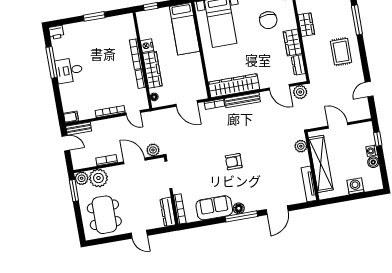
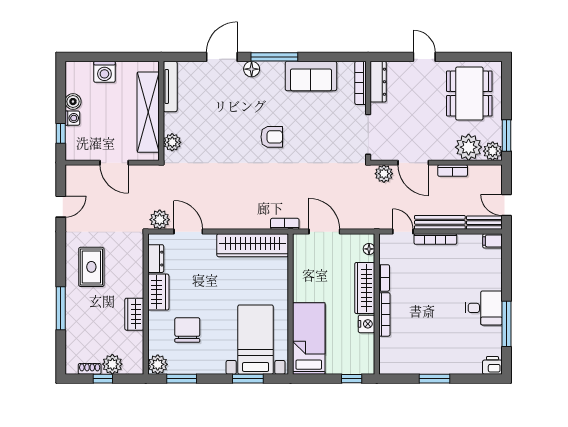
bench: (242, 100) -> (440, 222), moved
floor lamp: (239, 208) -> (252, 69), moved

